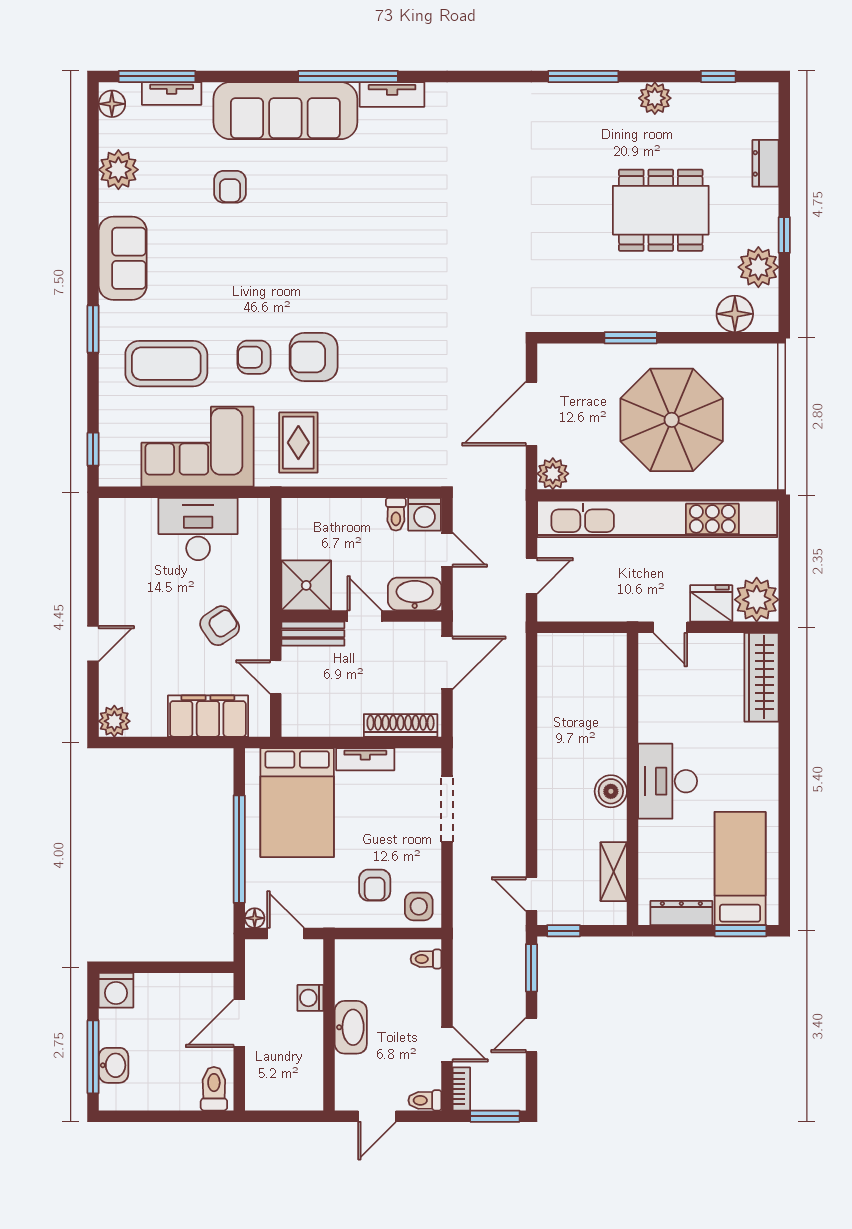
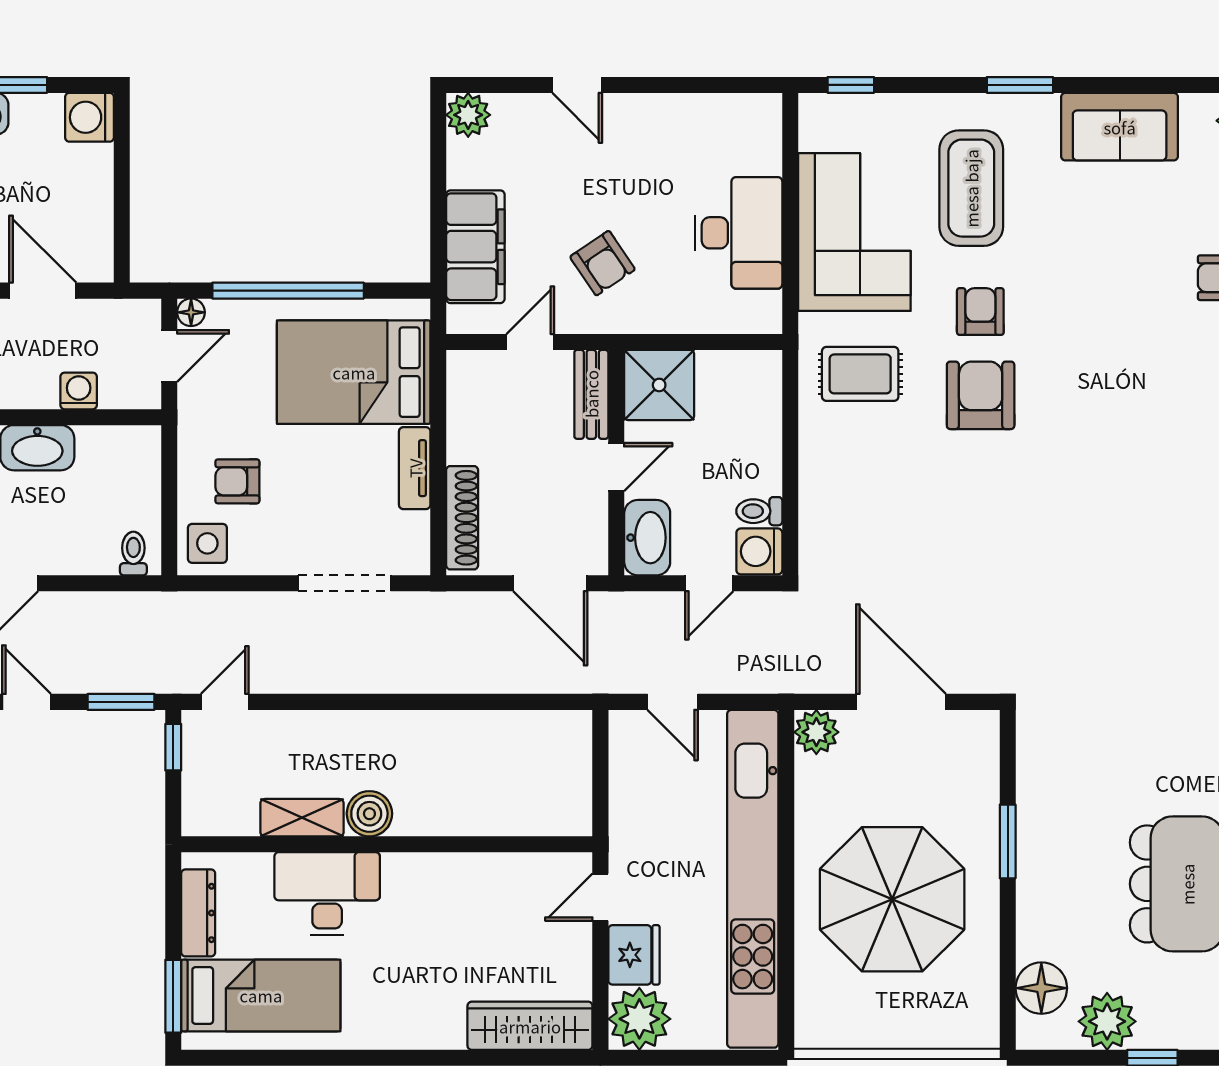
desk: (668, 781) -> (327, 894), moved
shelving: (614, 872) -> (302, 818), moved

